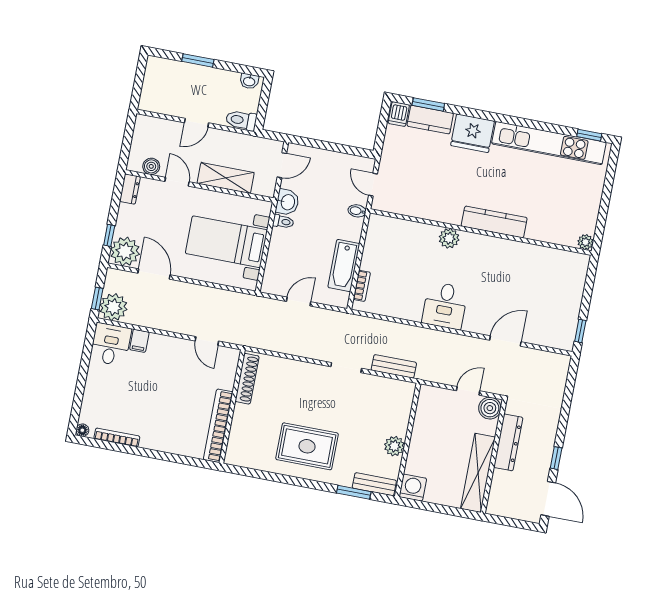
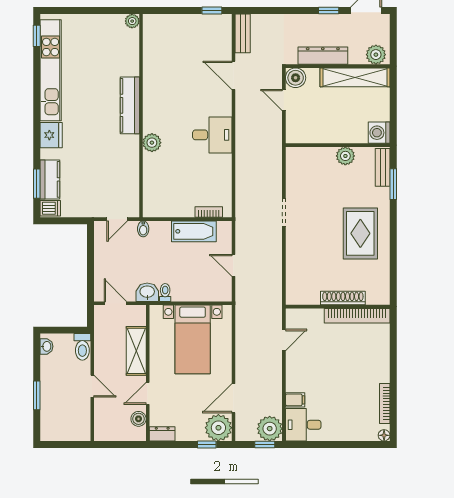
fridge: (473, 133) -> (51, 135), width x0.73, depth x0.75
bench: (394, 366) -> (243, 33), moved
shoe rack: (247, 379) -> (343, 298), moved
plant: (498, 500) -> (376, 55), added

